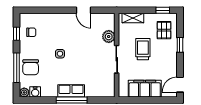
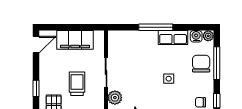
trolley: (143, 49) -> (77, 84), turned 180
row of seats: (71, 91) -> (173, 38), moved

